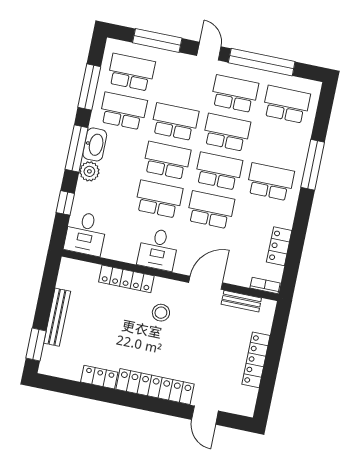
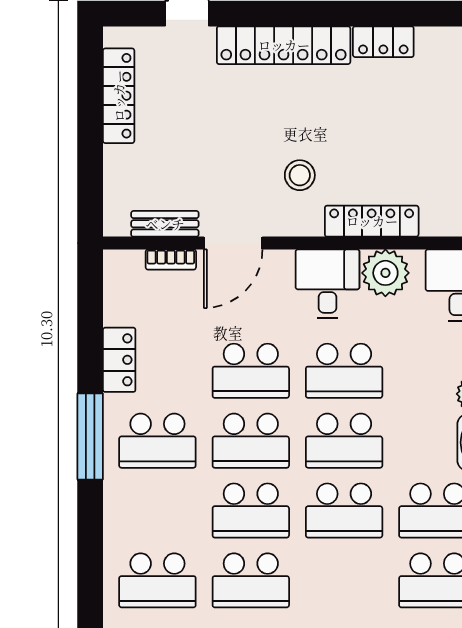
window: (313, 165) -> (90, 436), moved
locker: (279, 246) -> (119, 360), moved
plant: (125, 249) -> (385, 273), added
bookcase: (265, 285) -> (171, 259), moved
locker: (256, 360) -> (119, 96), moved

